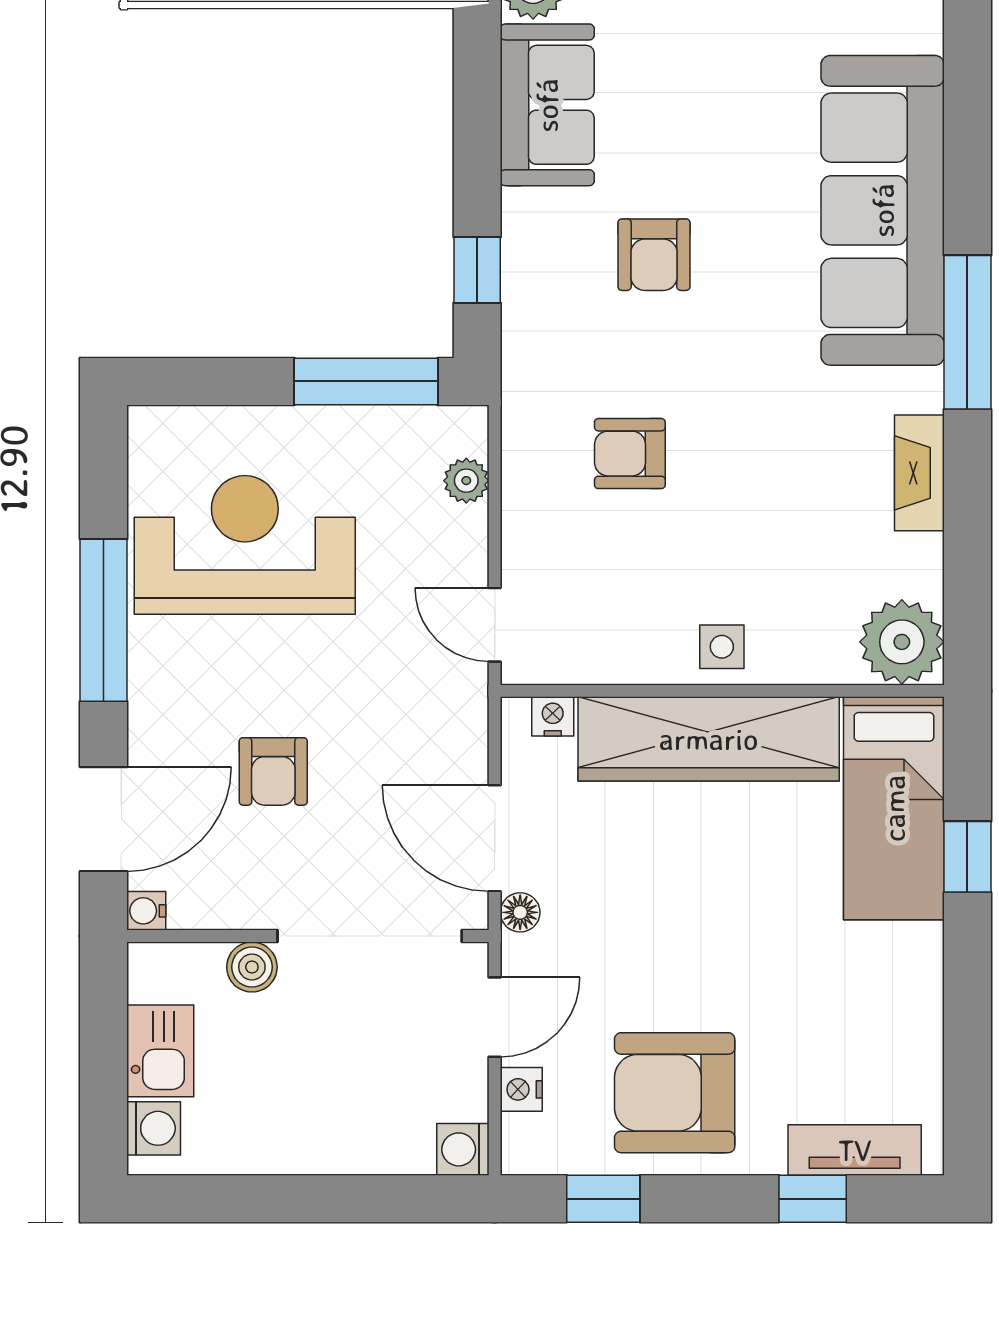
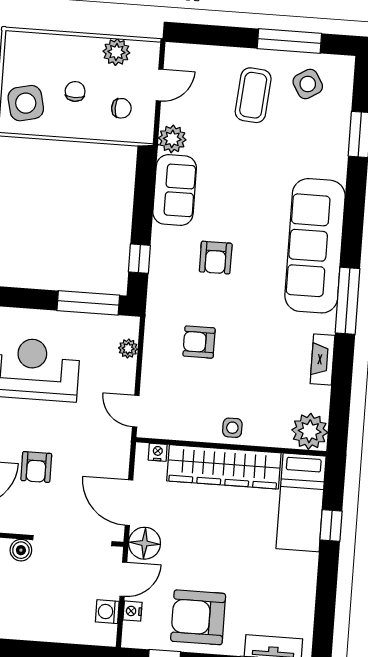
floor lamp: (520, 912) -> (145, 543), width x1.89, depth x1.89
washing machine: (463, 1149) -> (107, 612), moved

